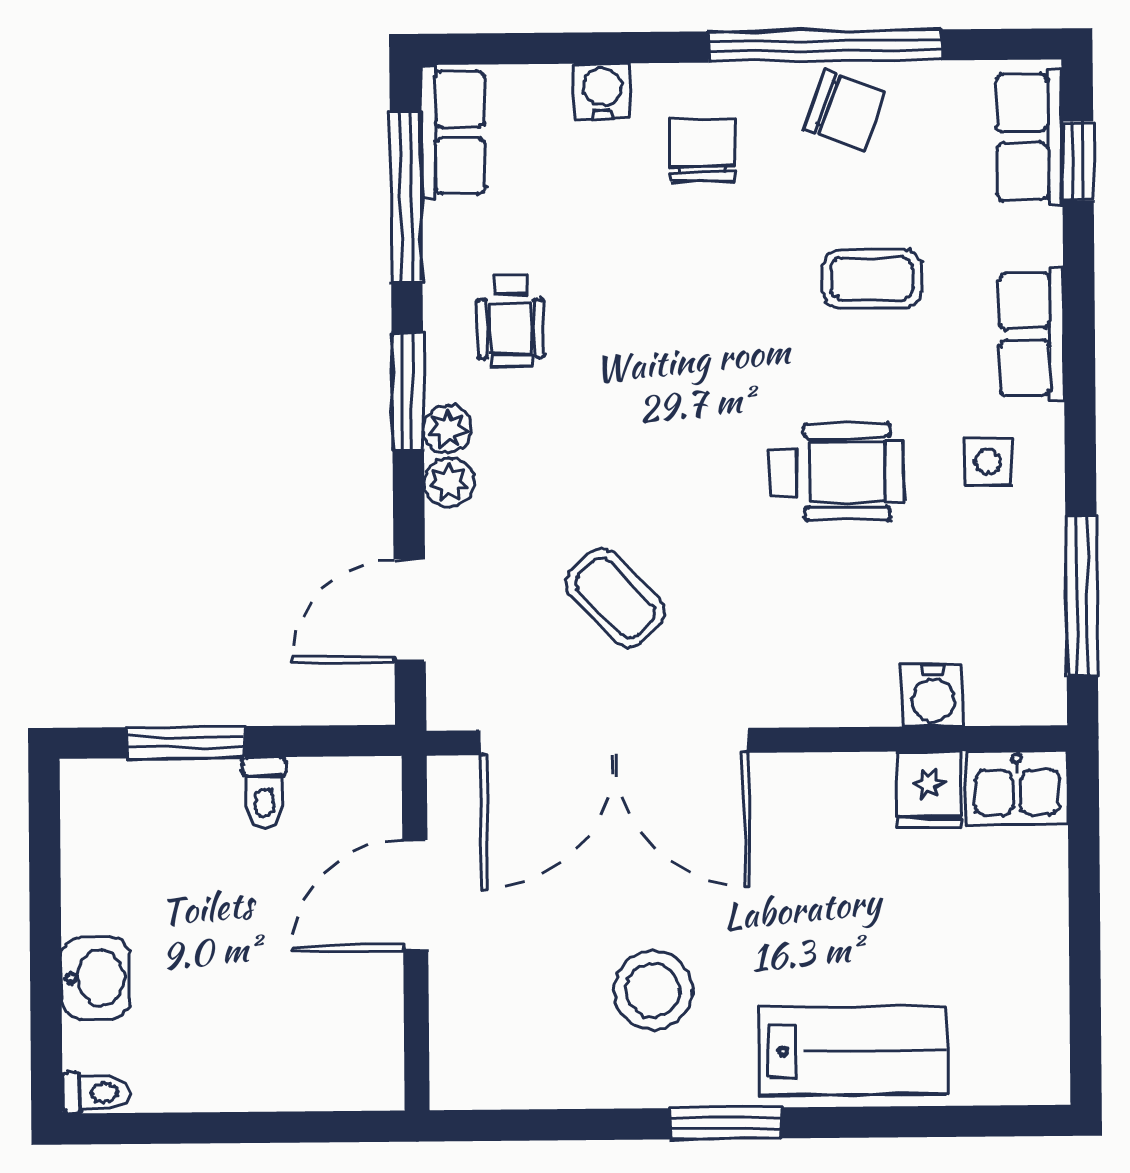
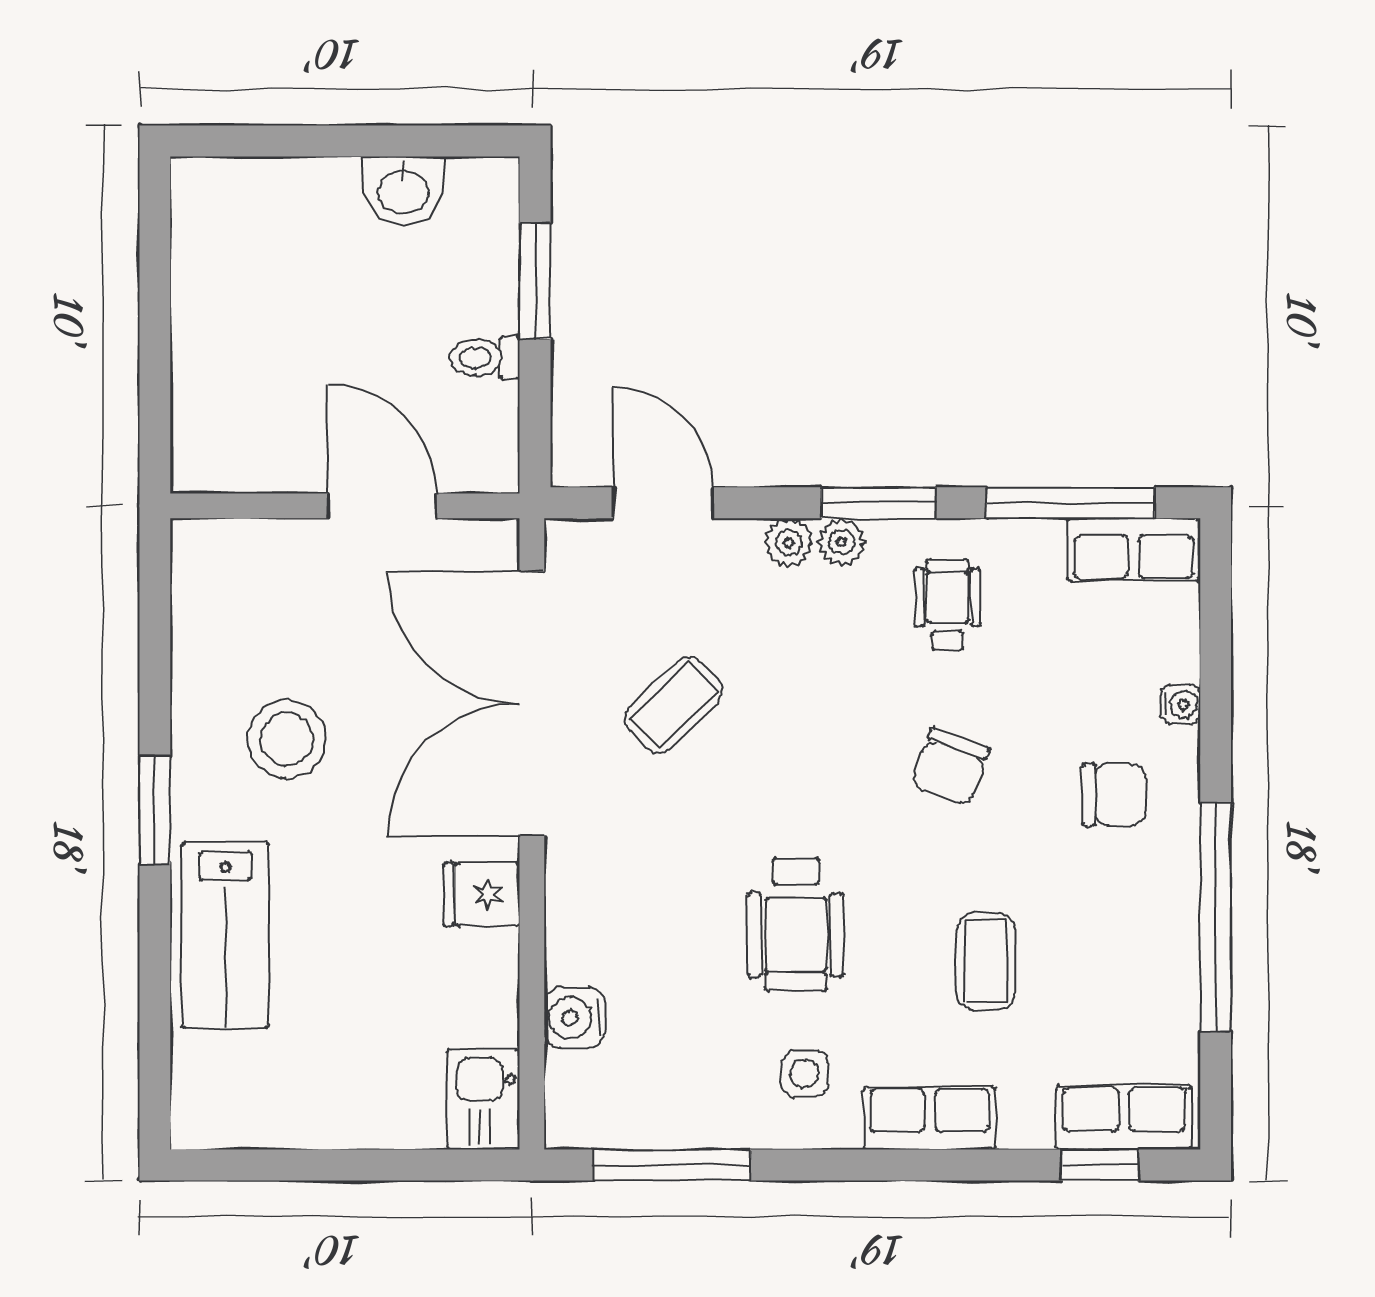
water cooler: (602, 91) -> (1180, 704), width x0.72, depth x0.72
chair: (845, 110) -> (950, 767), moved
wheelchair: (510, 321) -> (947, 604), turned 90
fridge: (929, 790) -> (482, 894), moved
washbasin: (96, 978) -> (403, 190), moved
toilet: (96, 1093) -> (190, 189), removed

